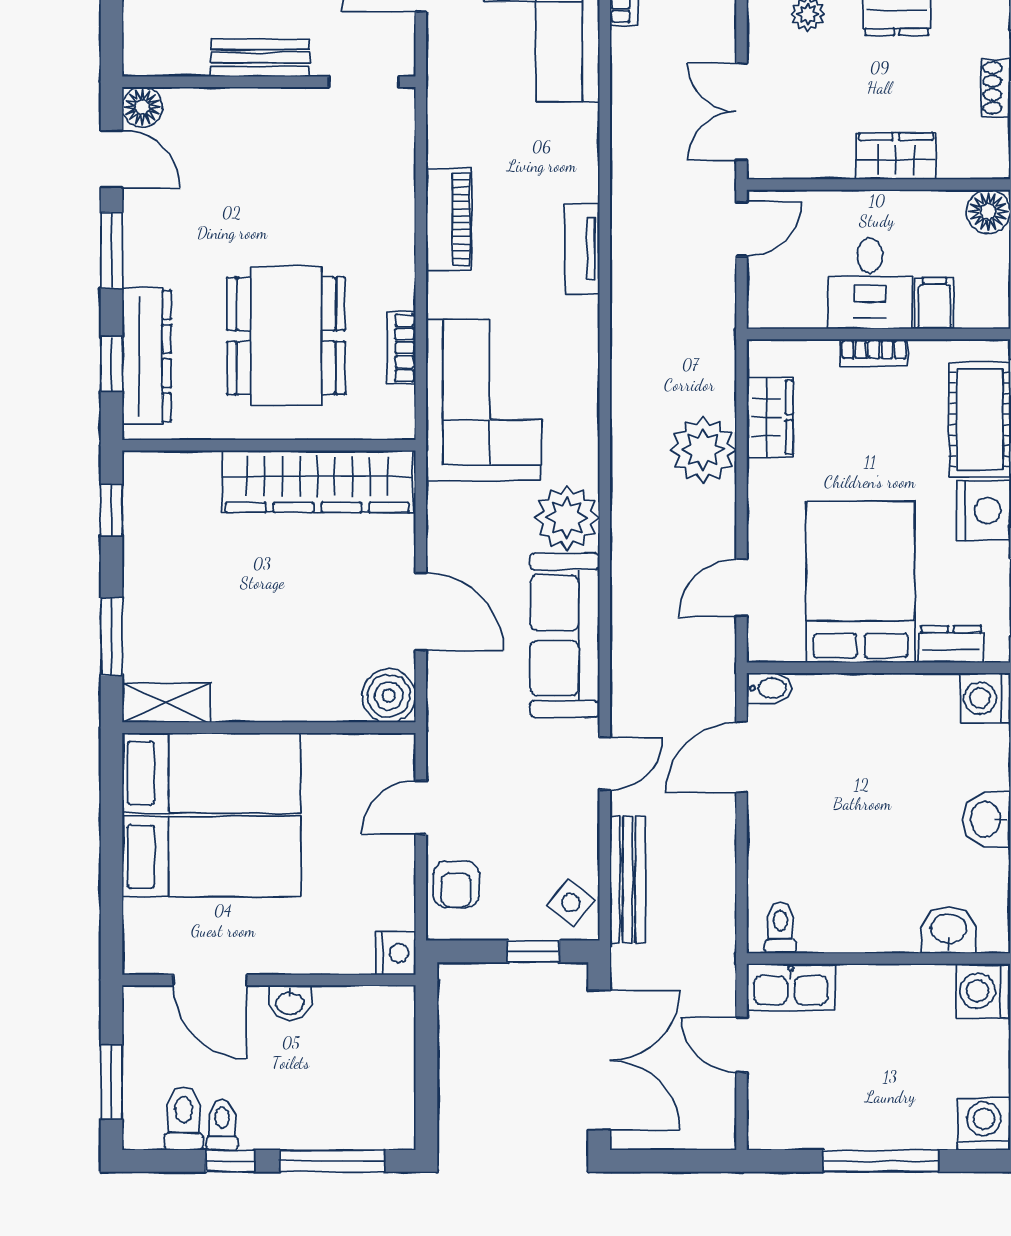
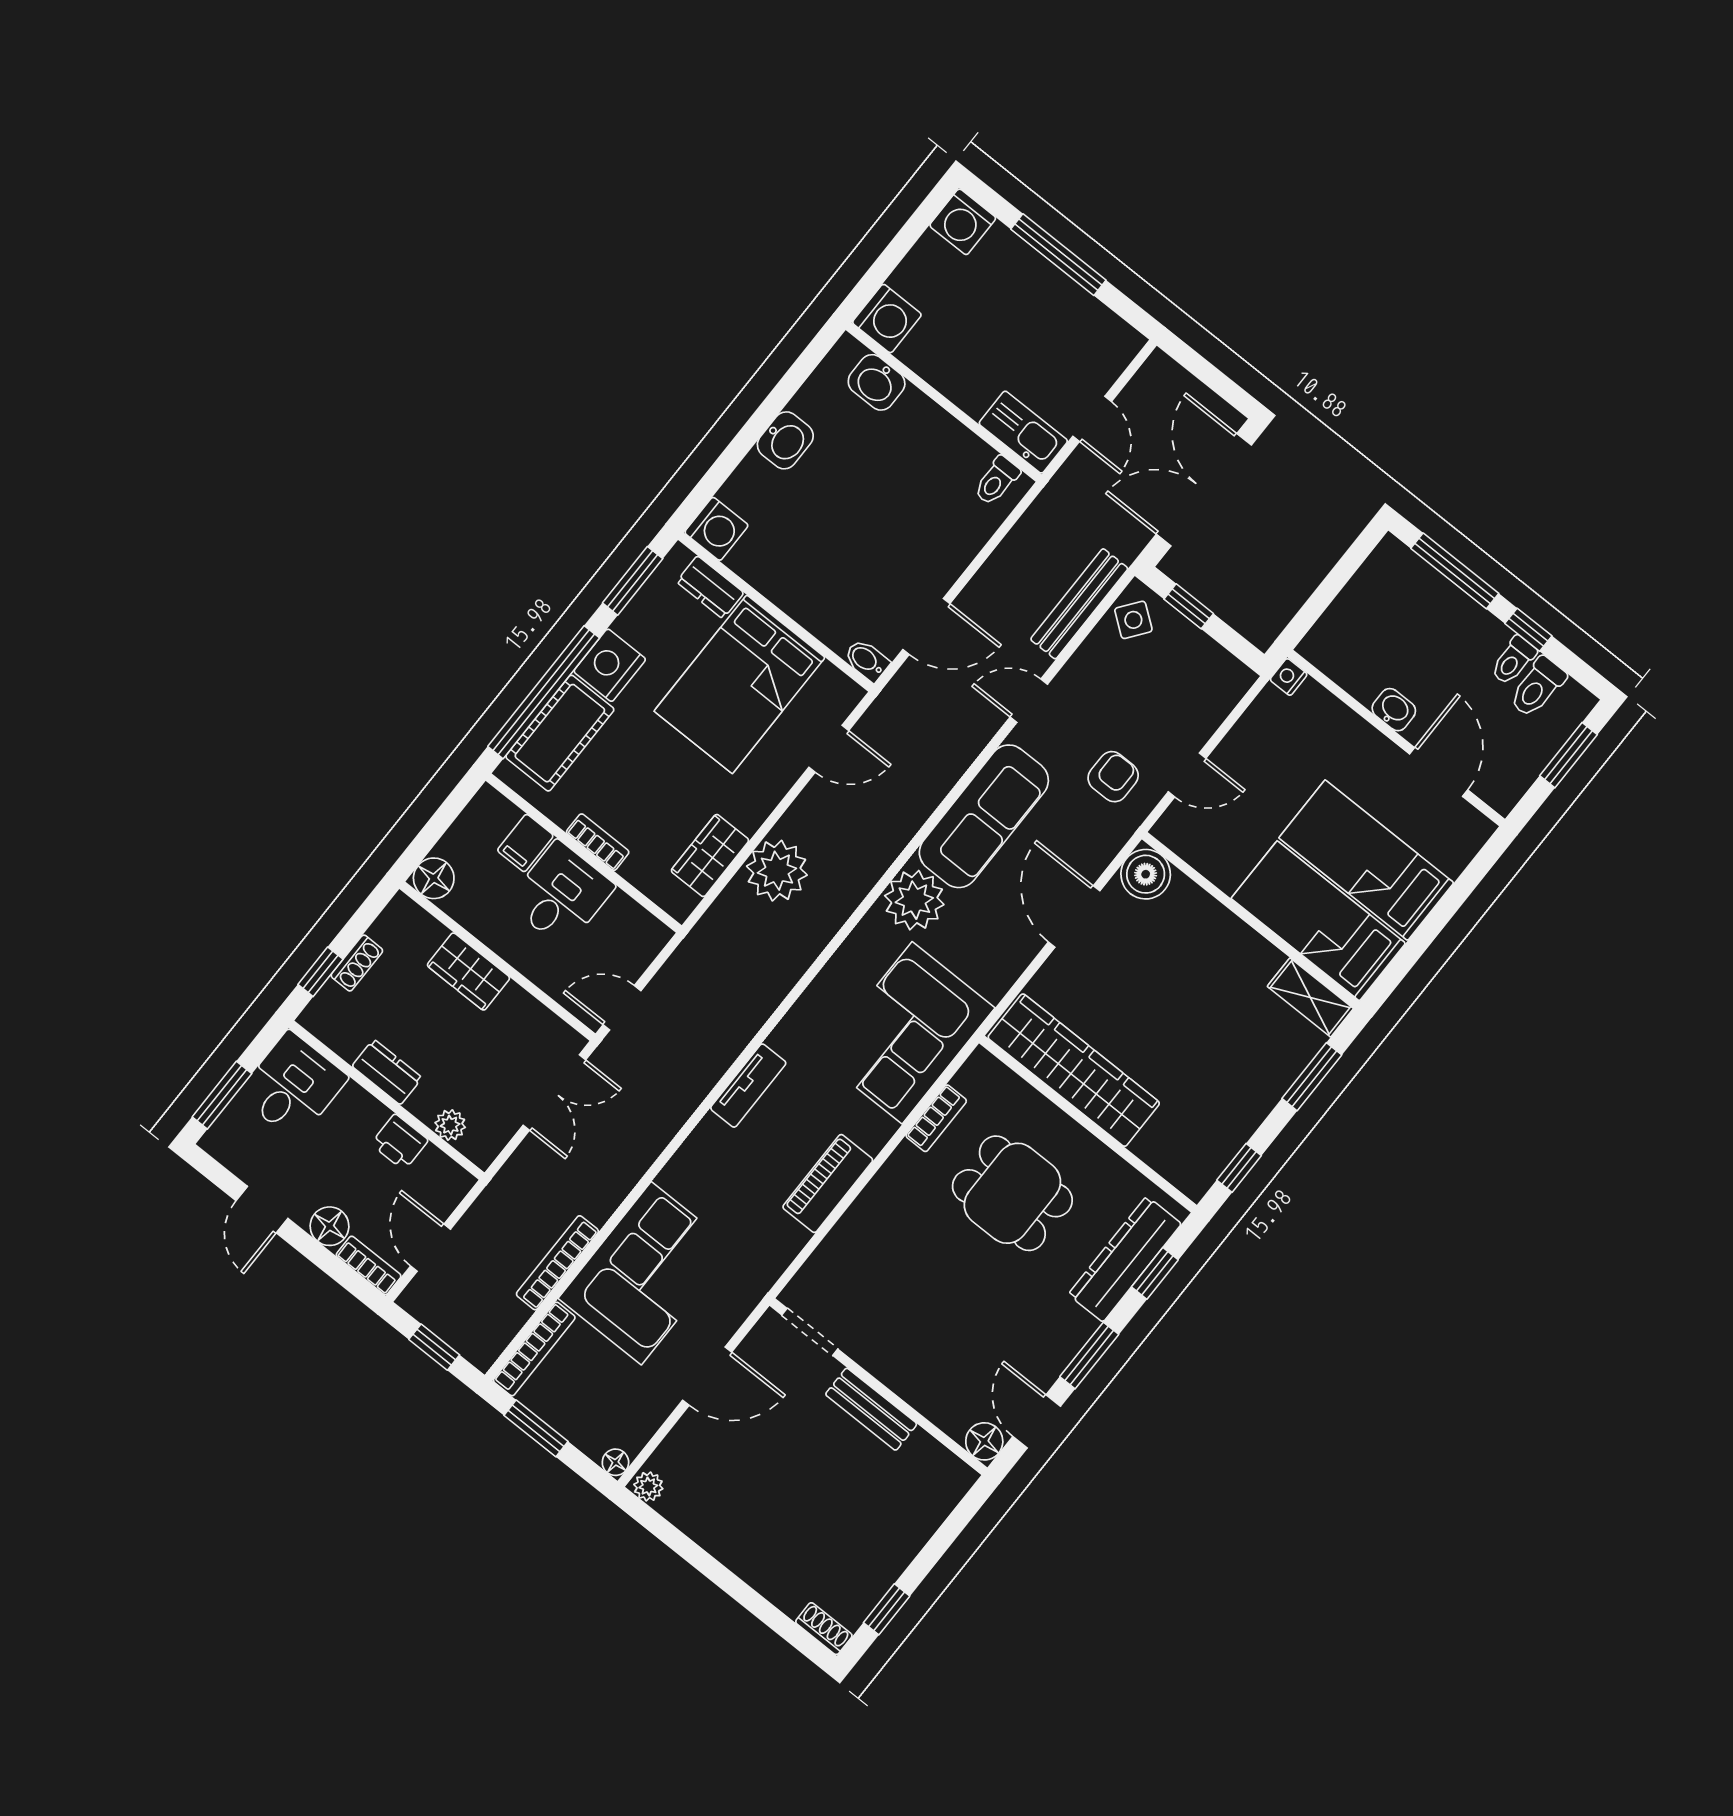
dining table: (286, 336) -> (1012, 1193), width x0.73
armchair: (456, 884) -> (1113, 777), moved
nightstand: (396, 953) -> (1289, 677), width x0.72, depth x0.74

